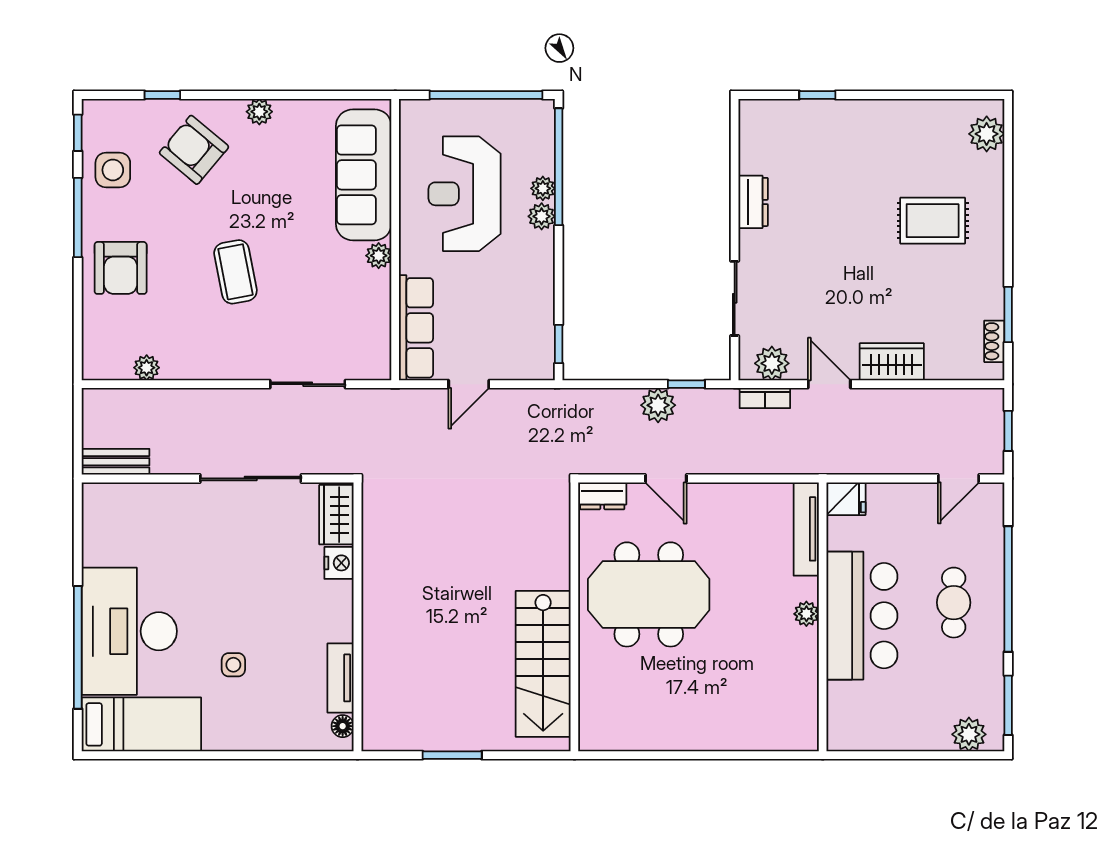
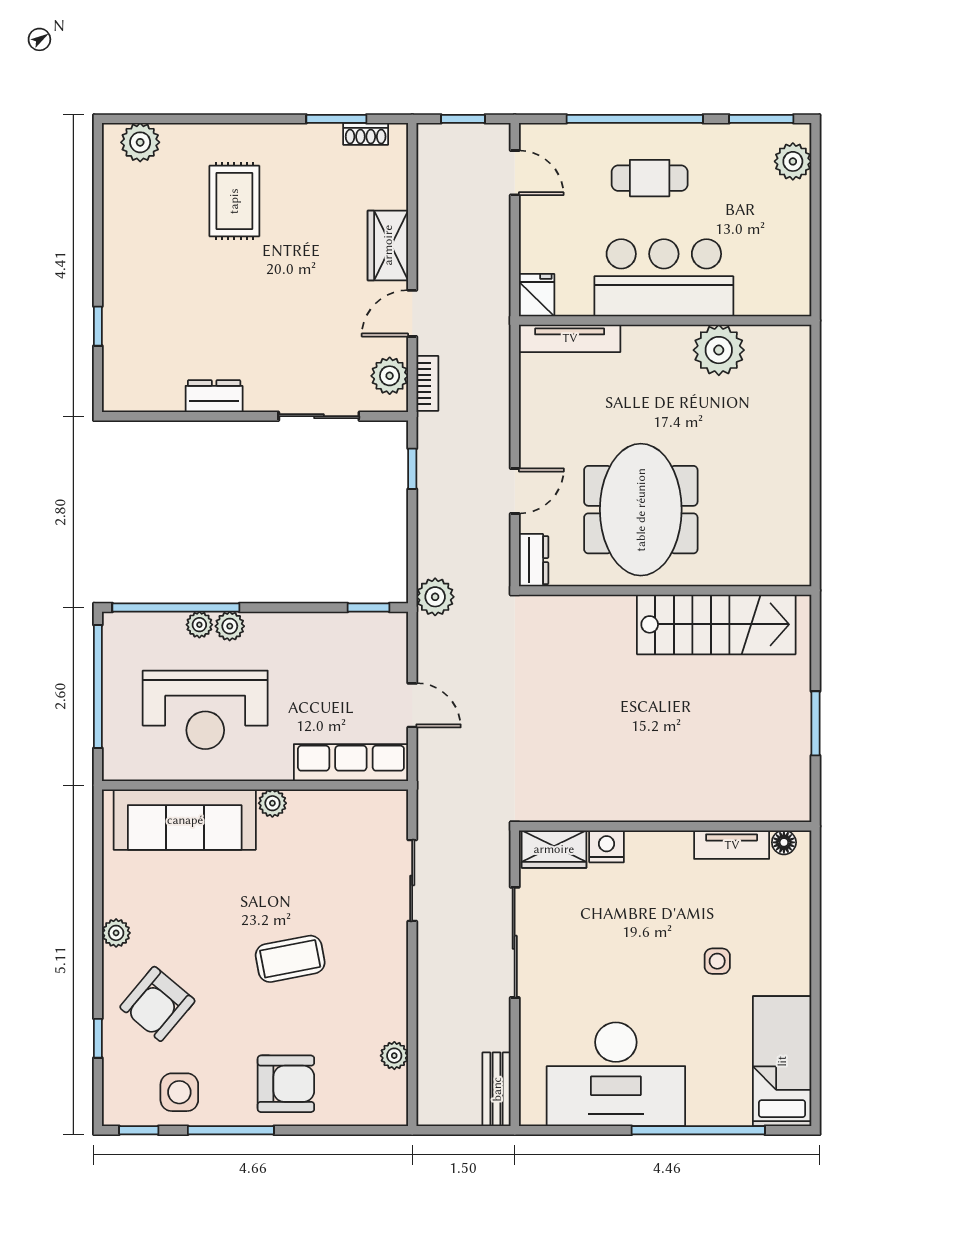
plant: (658, 405) -> (435, 597), moved
plant: (806, 614) -> (719, 350), moved, width x1.88, depth x1.88
desk: (129, 631) -> (616, 1074), moved

